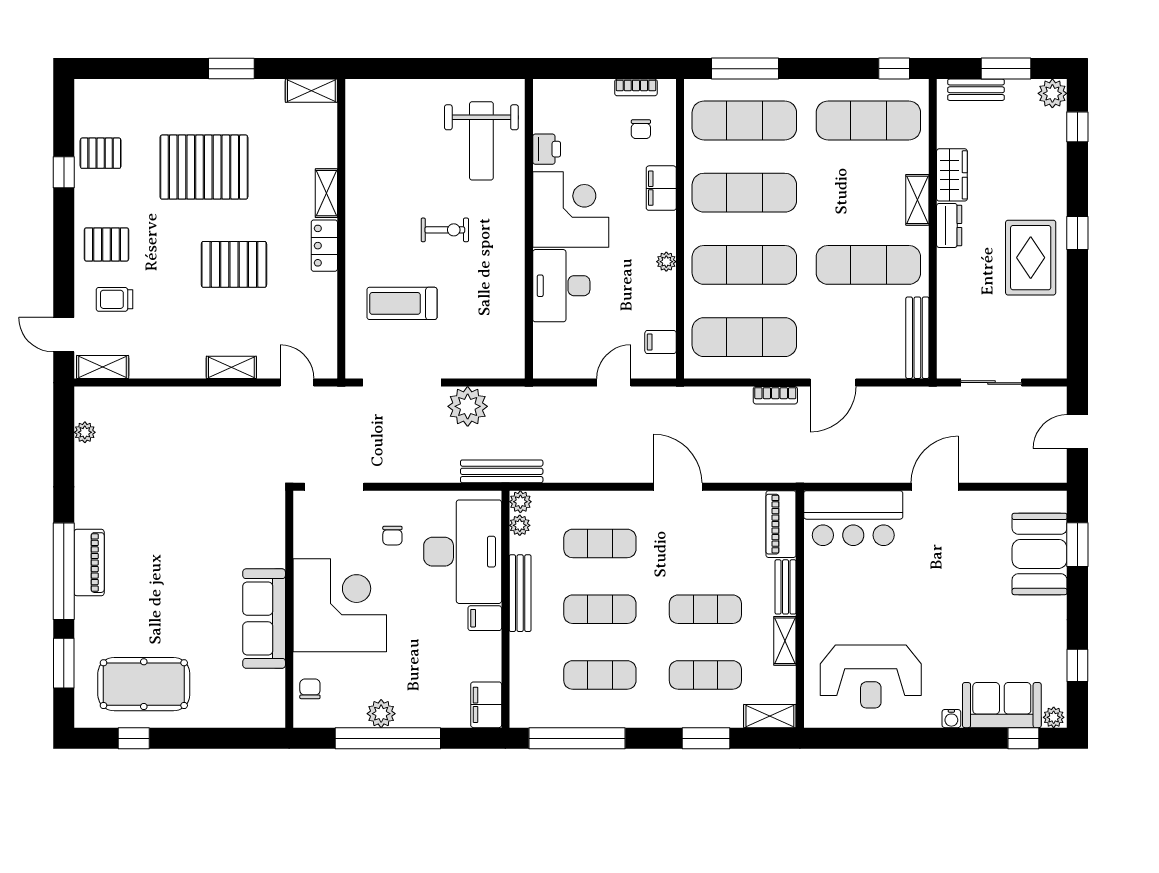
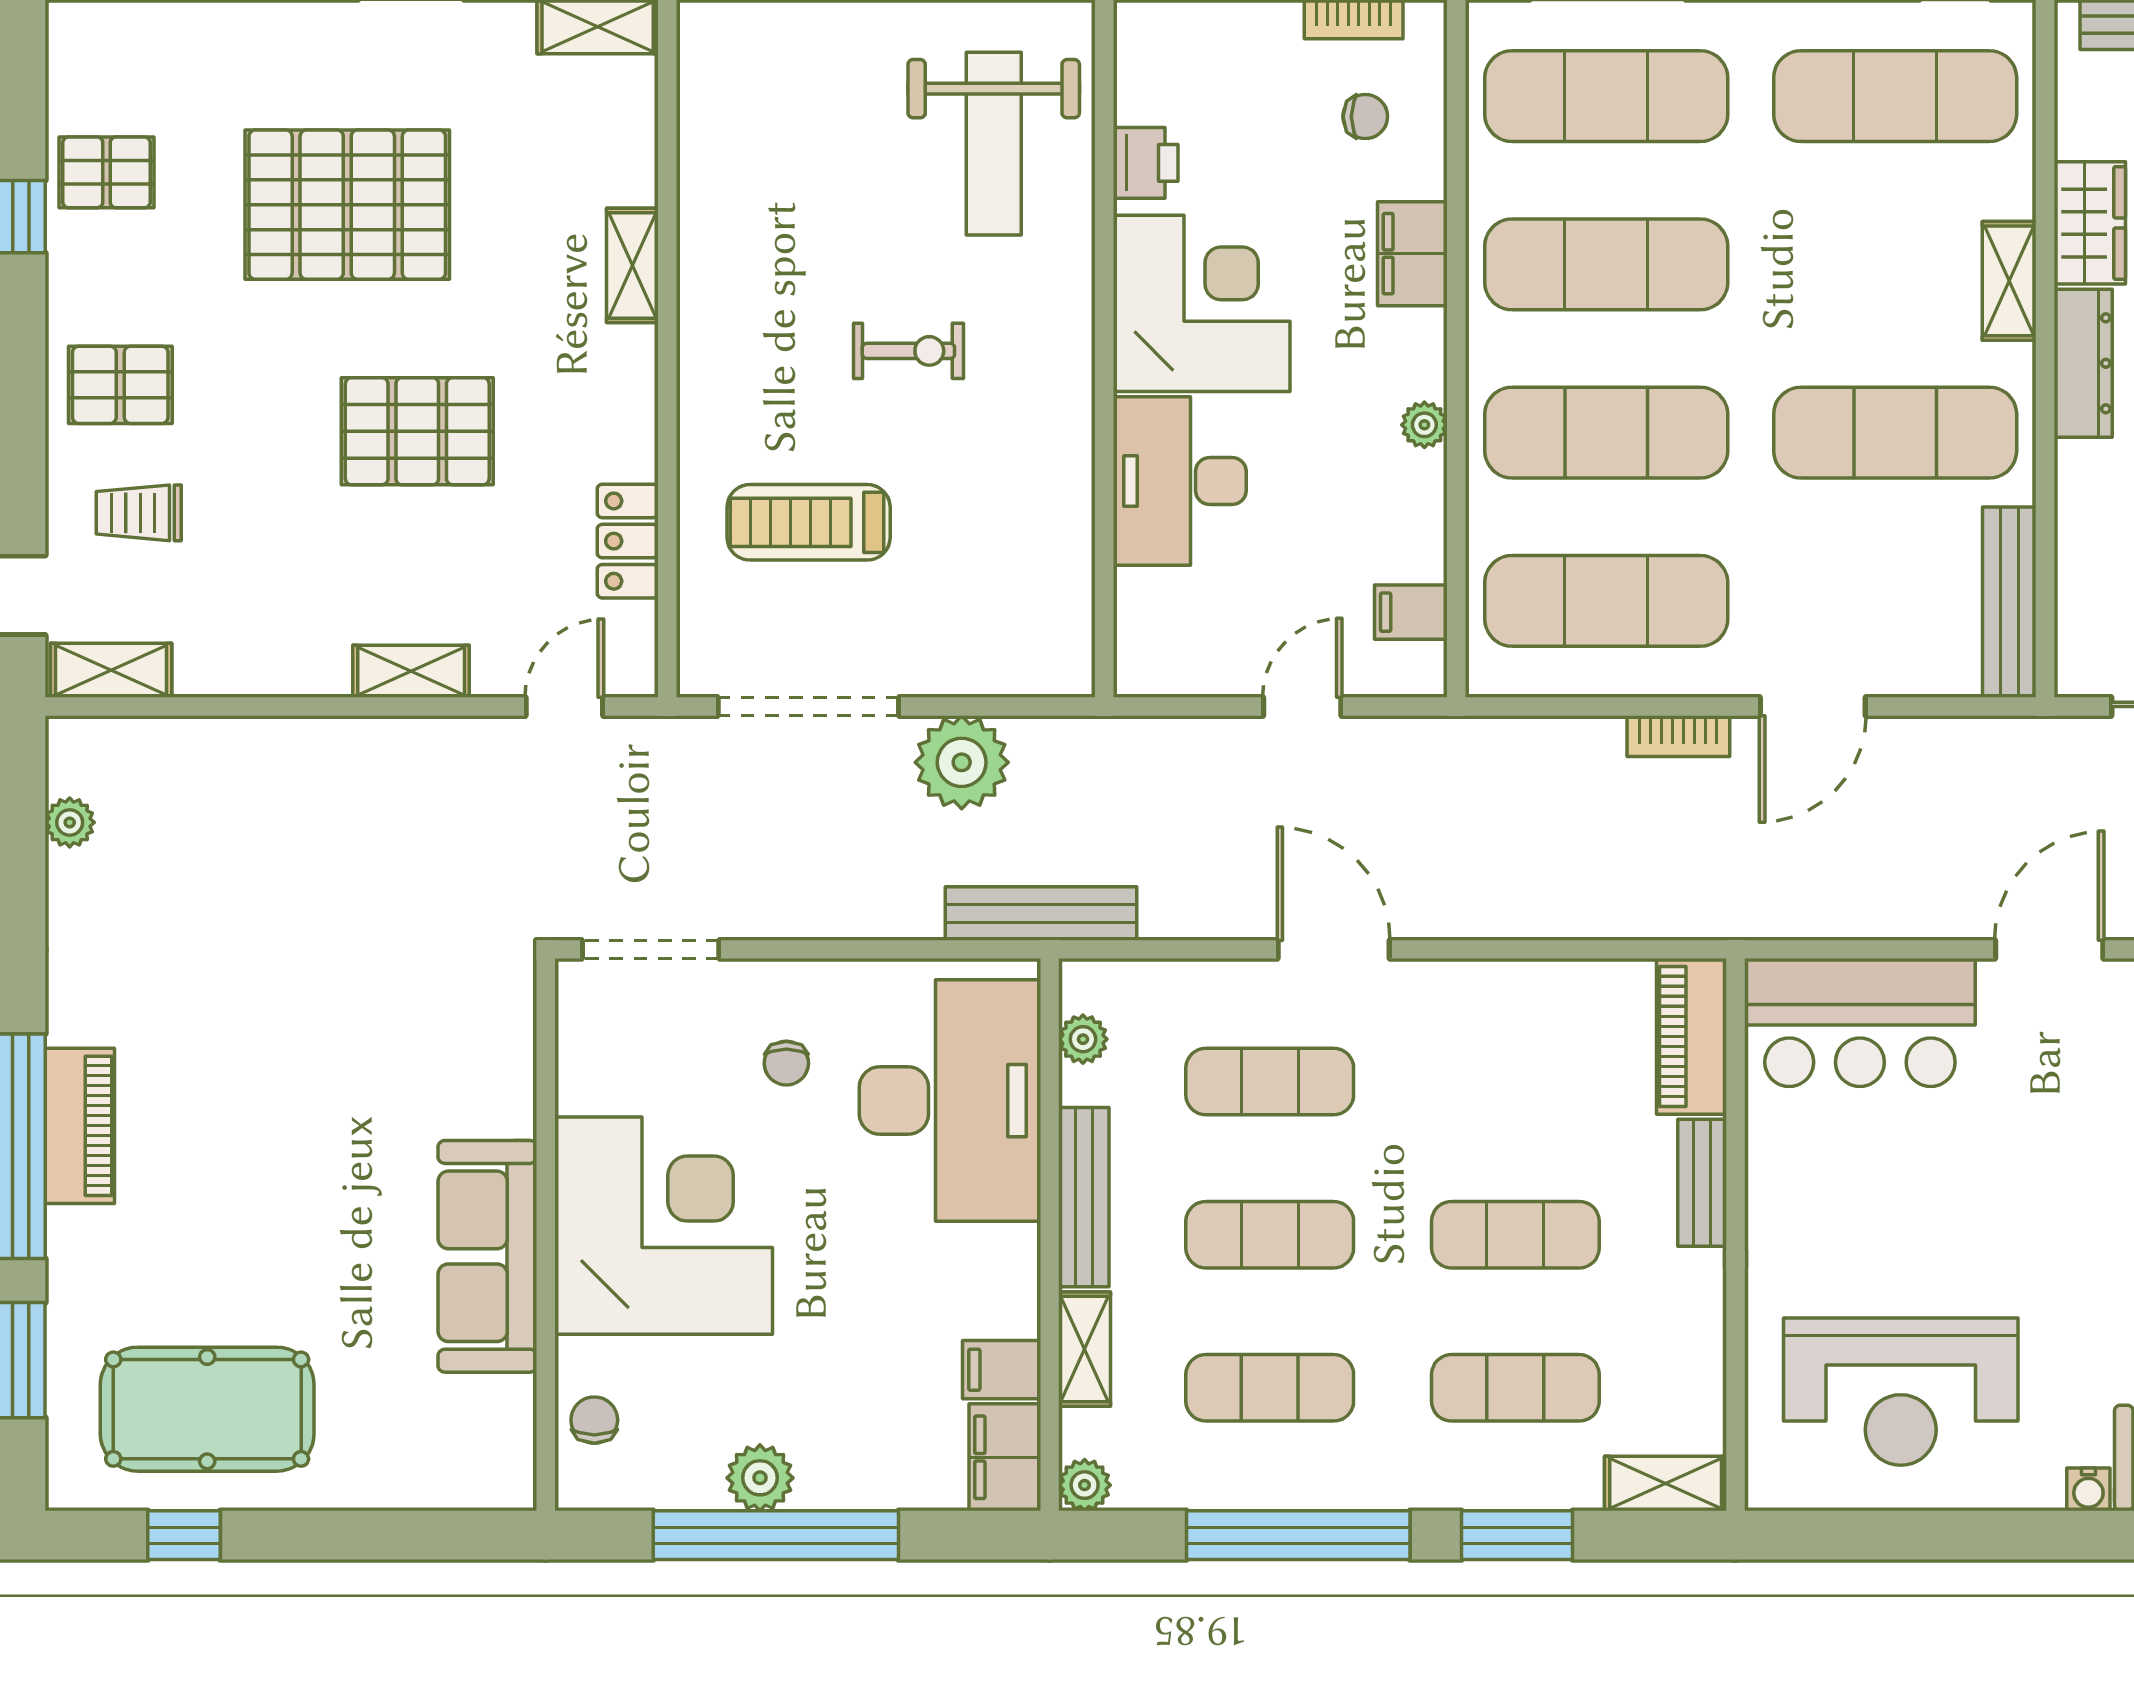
chair: (641, 129) -> (1365, 117), turned -90
dresser: (949, 225) -> (2083, 363), width x1.44
locker: (324, 246) -> (628, 541), moved
door: (297, 383) -> (564, 707), hinge flipped
door: (678, 487) -> (1334, 949), moved
plant: (520, 502) -> (1085, 1485), moved
filing cabinet: (485, 618) -> (1002, 1370), moved
shelving: (785, 641) -> (1084, 1349), moved
window: (577, 738) -> (1298, 1535), moved

